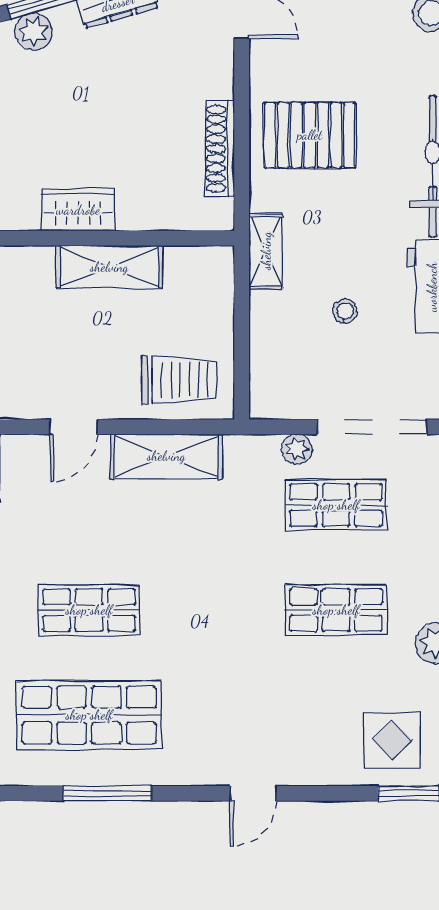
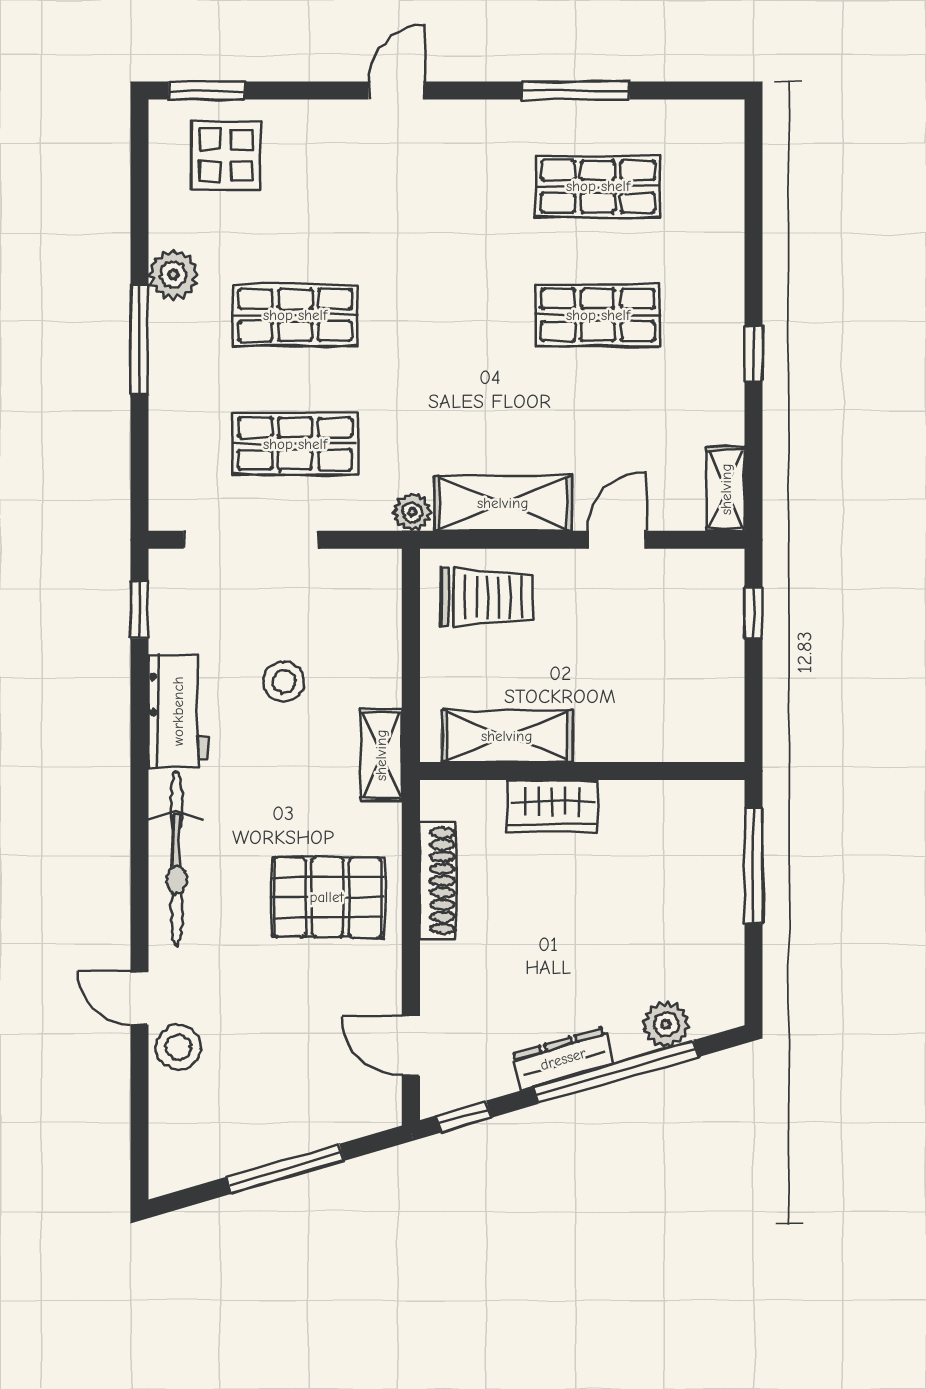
wardrobe: (78, 210) -> (552, 806), moved
shelving: (109, 267) -> (507, 736), moved
stool: (345, 311) -> (284, 682), width x1.37, depth x1.37
trolley: (179, 380) -> (487, 597), turned 180
plant: (297, 449) -> (412, 512), moved
shop shelf: (89, 715) -> (598, 186), width x0.70, depth x0.74

